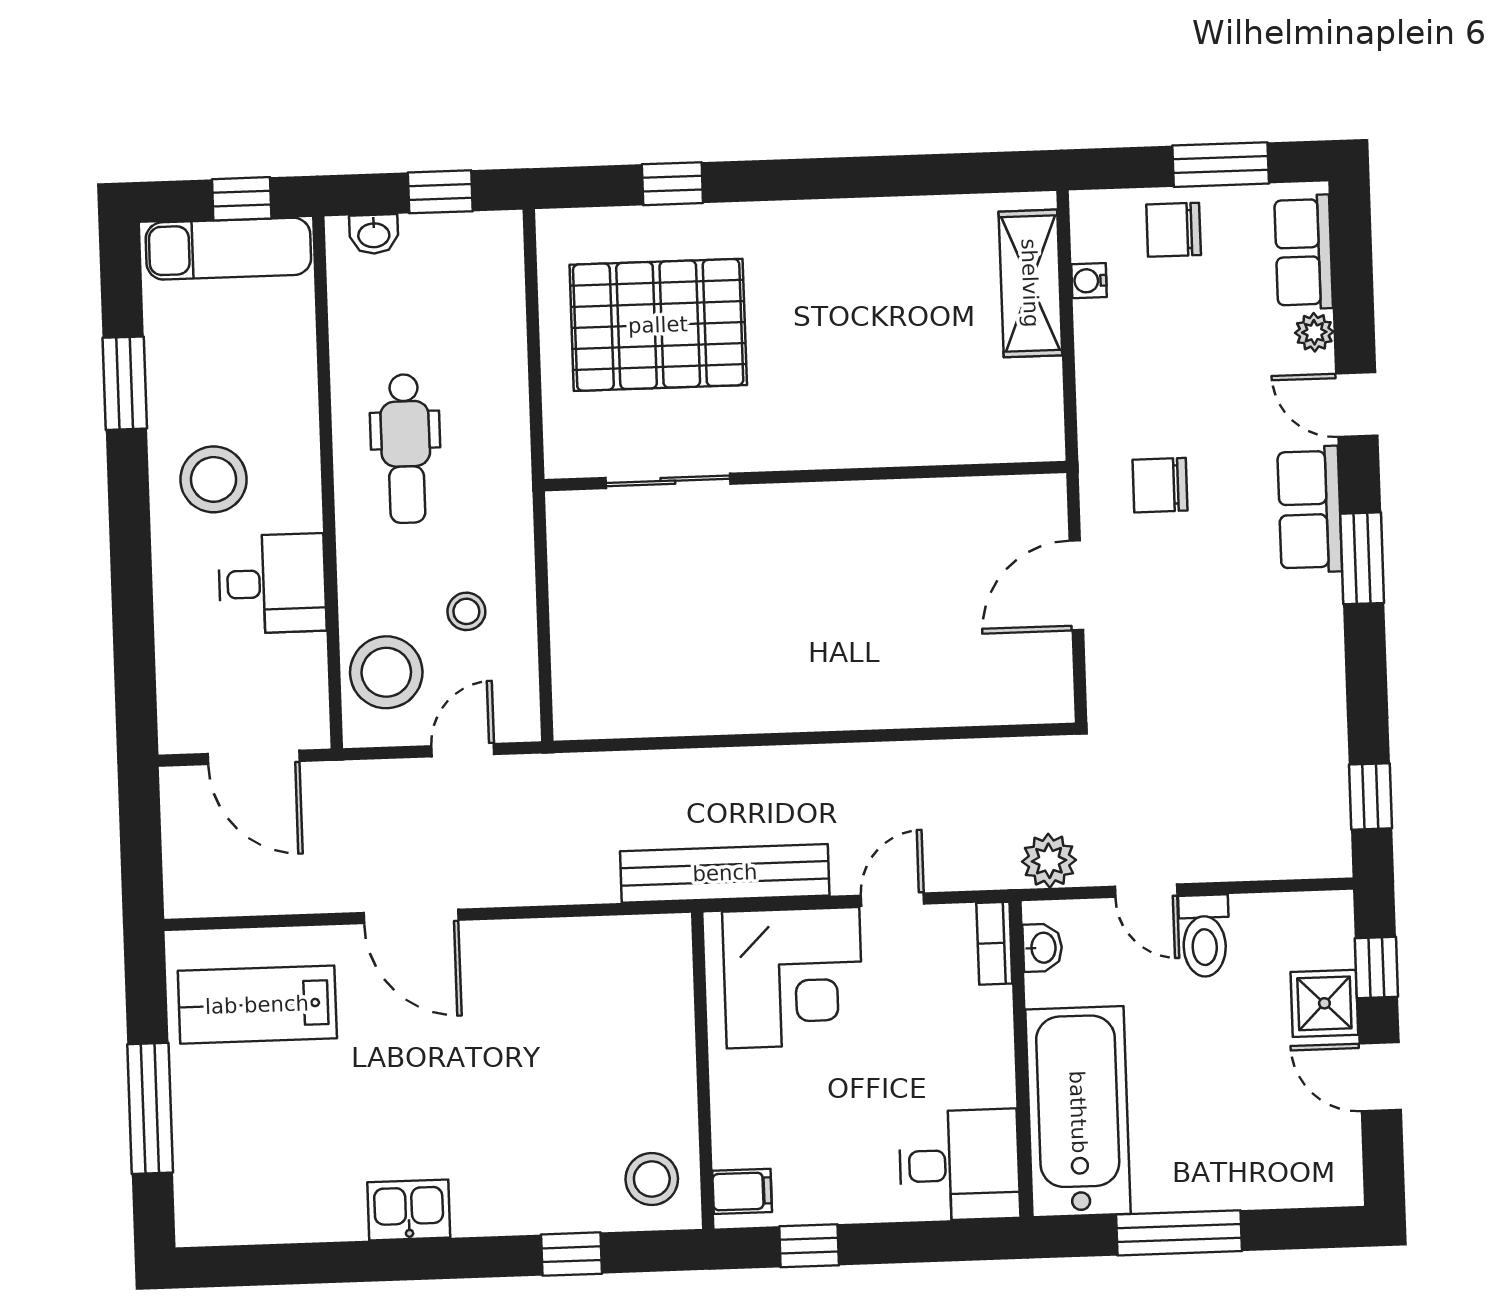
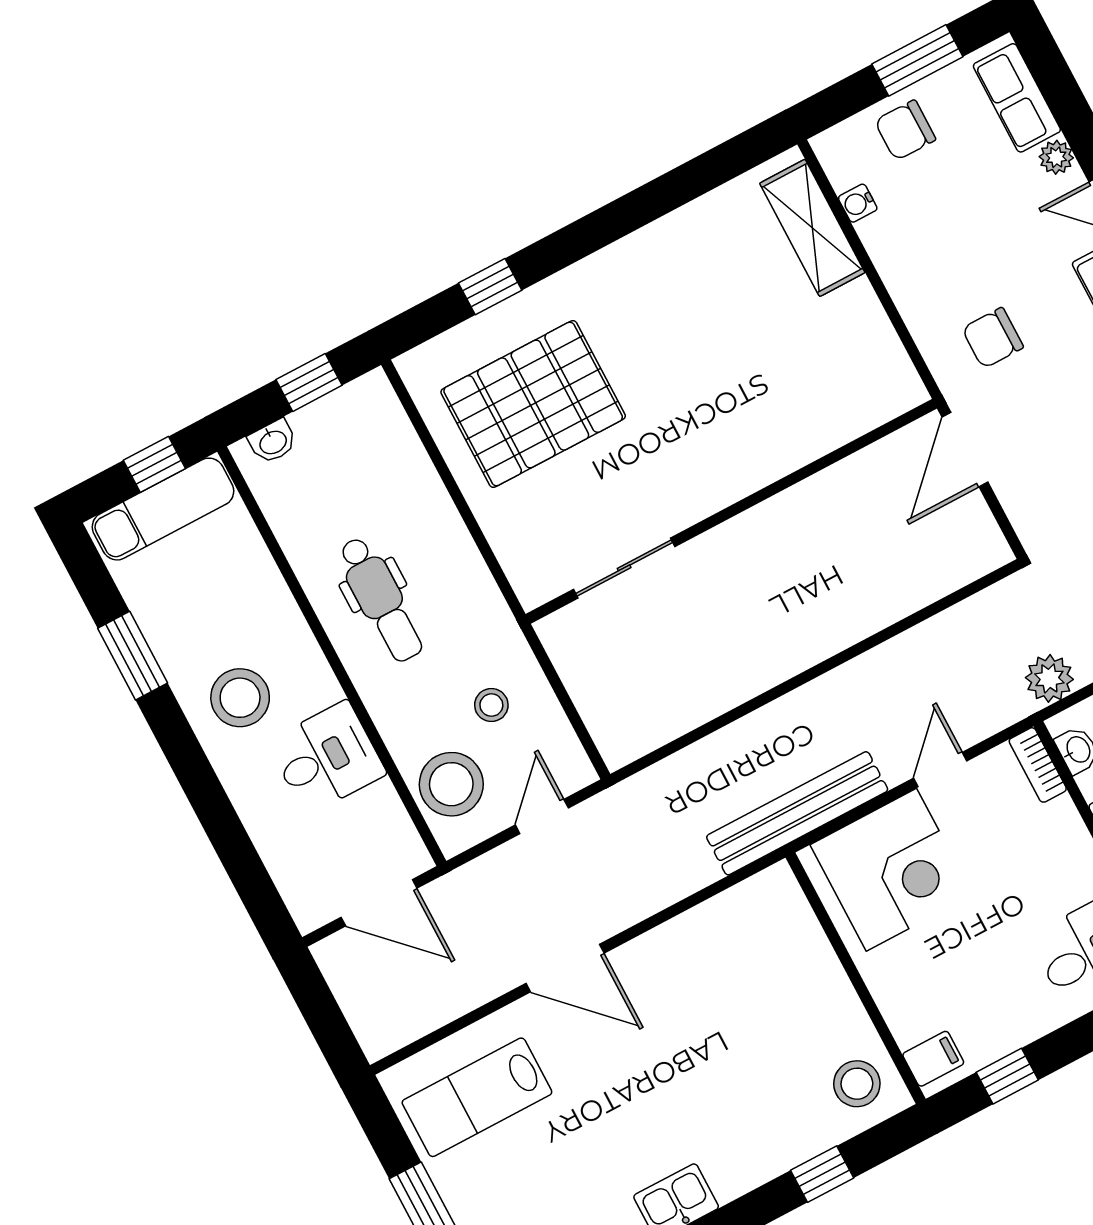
wall: (805, 476) -> (731, 511), moved
sliding door: (668, 481) -> (624, 568), moved

